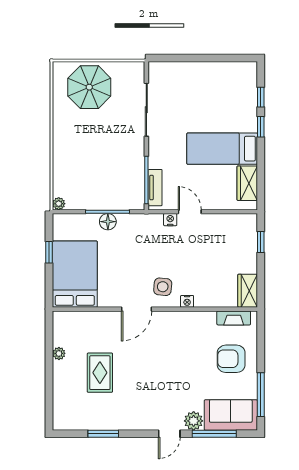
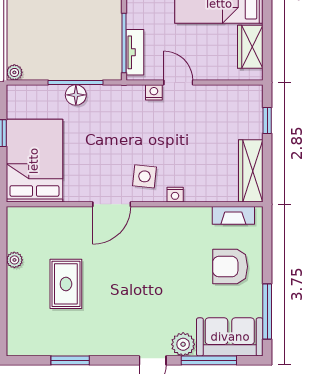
wardrobe: (248, 291) -> (251, 171), width x1.50

